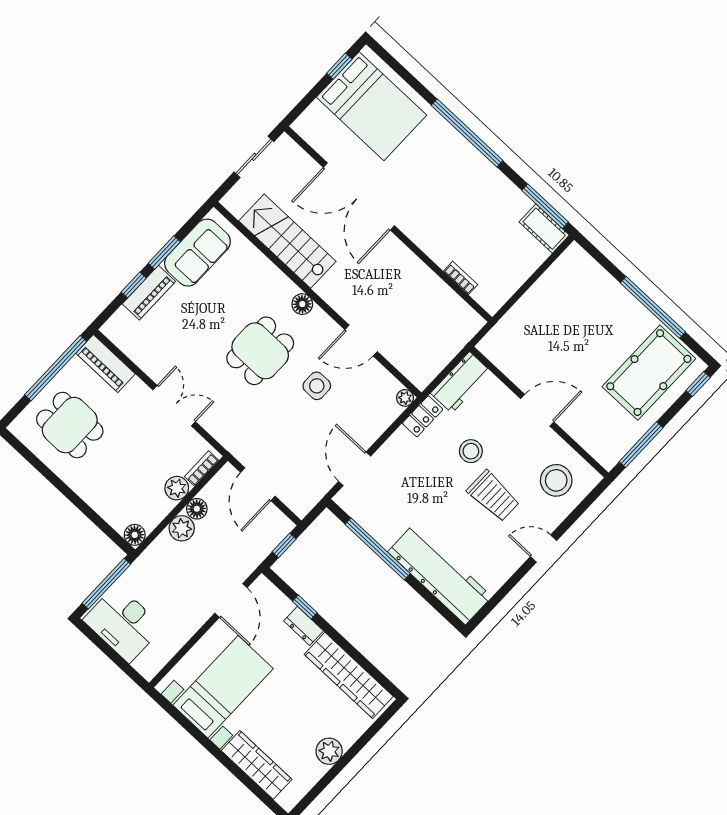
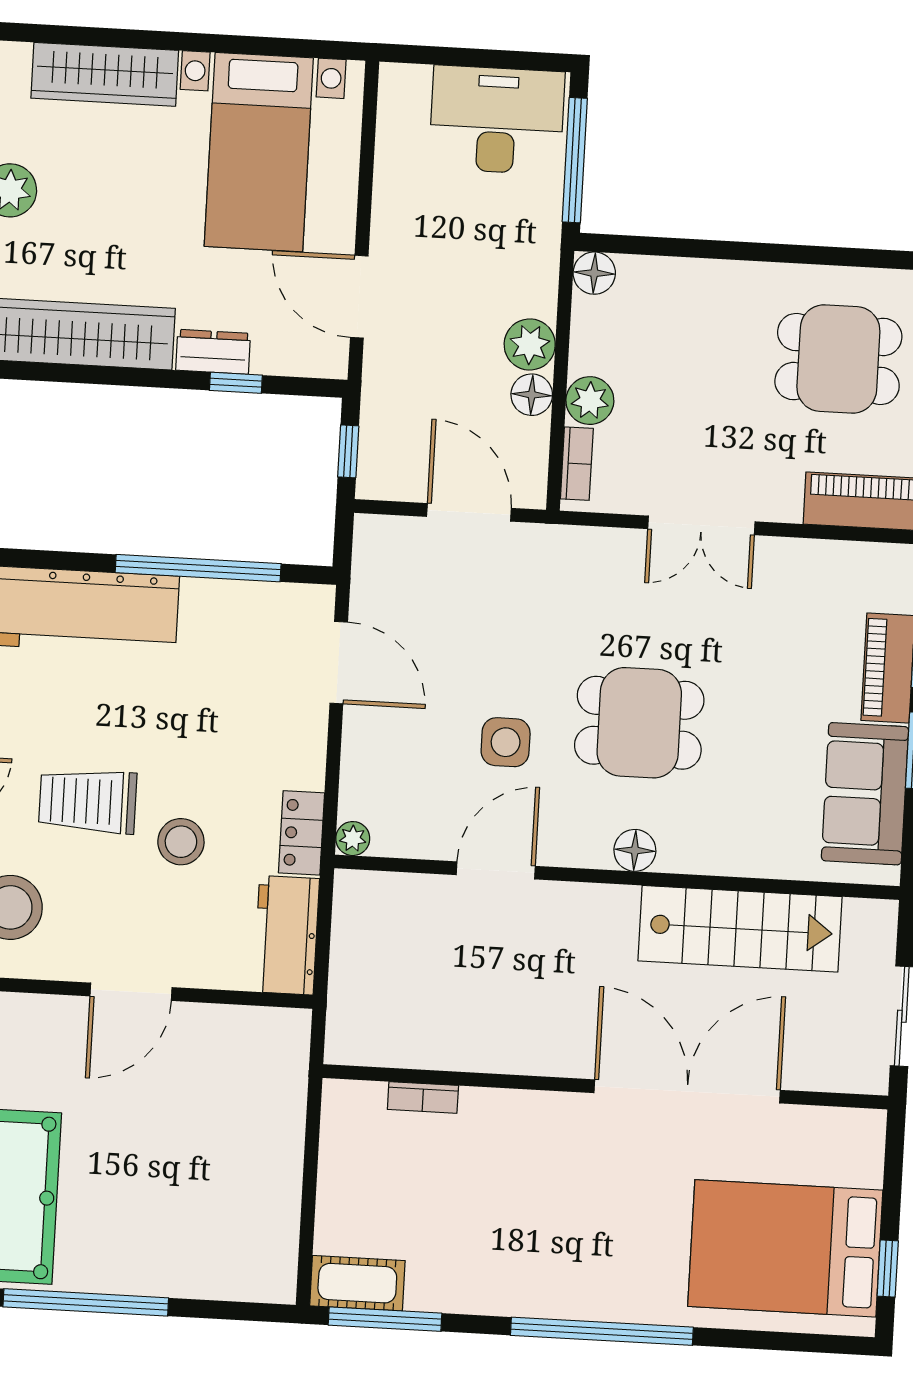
dining table: (260, 351) -> (639, 723), turned 90

